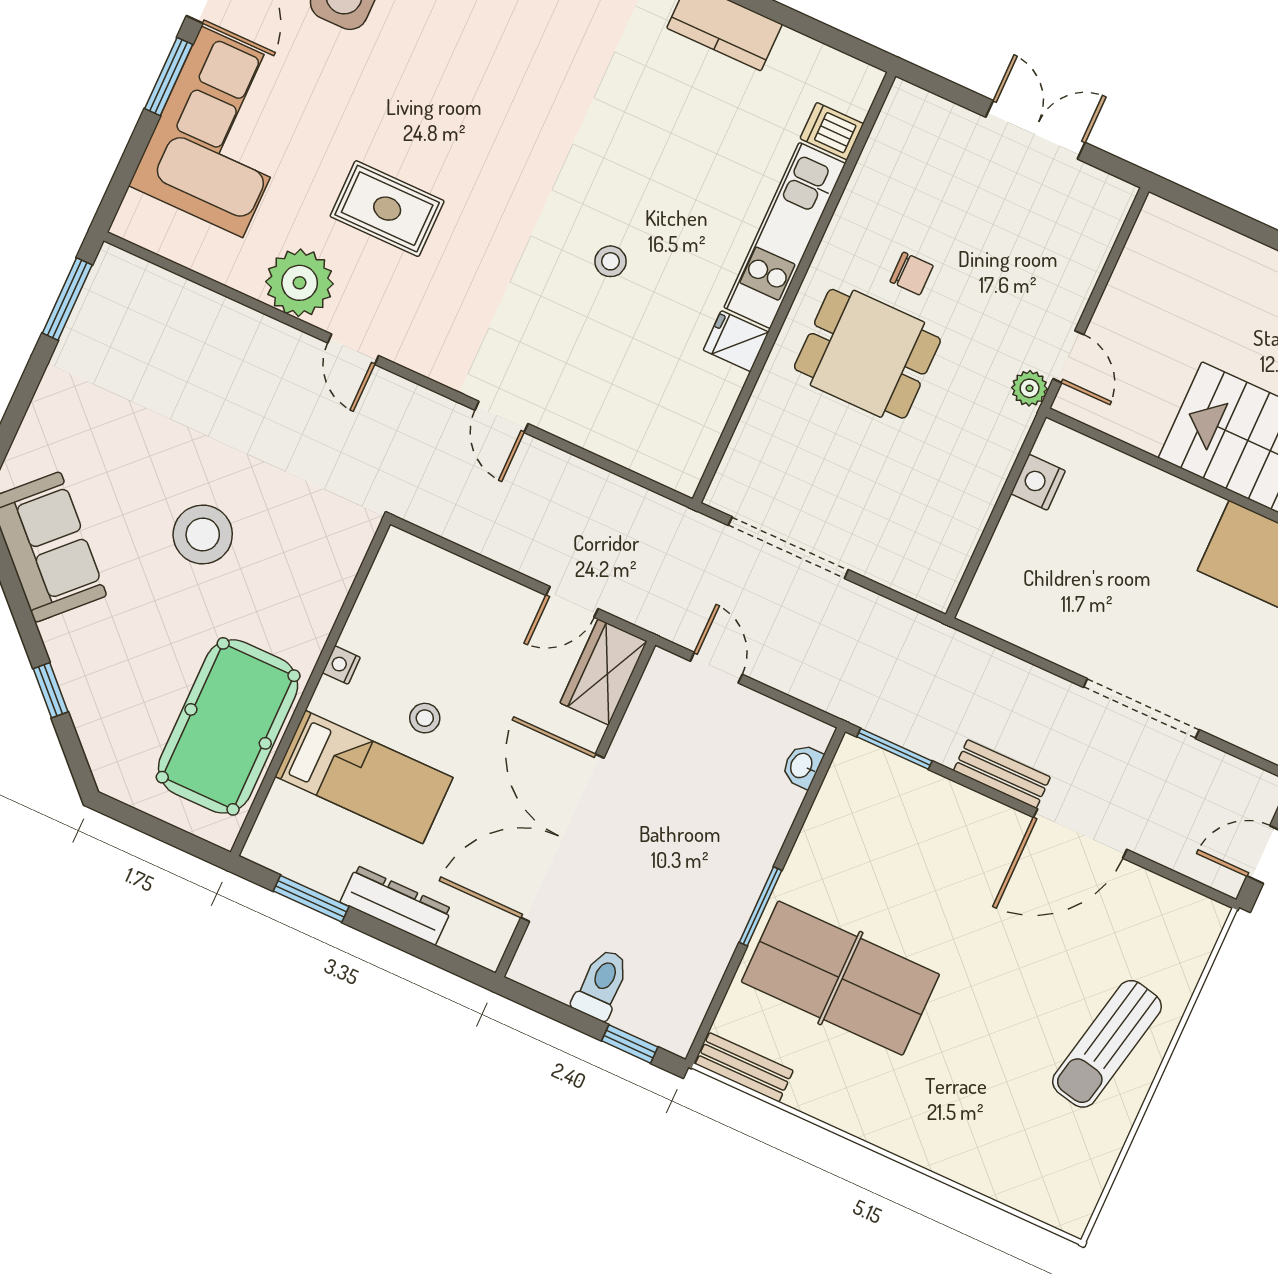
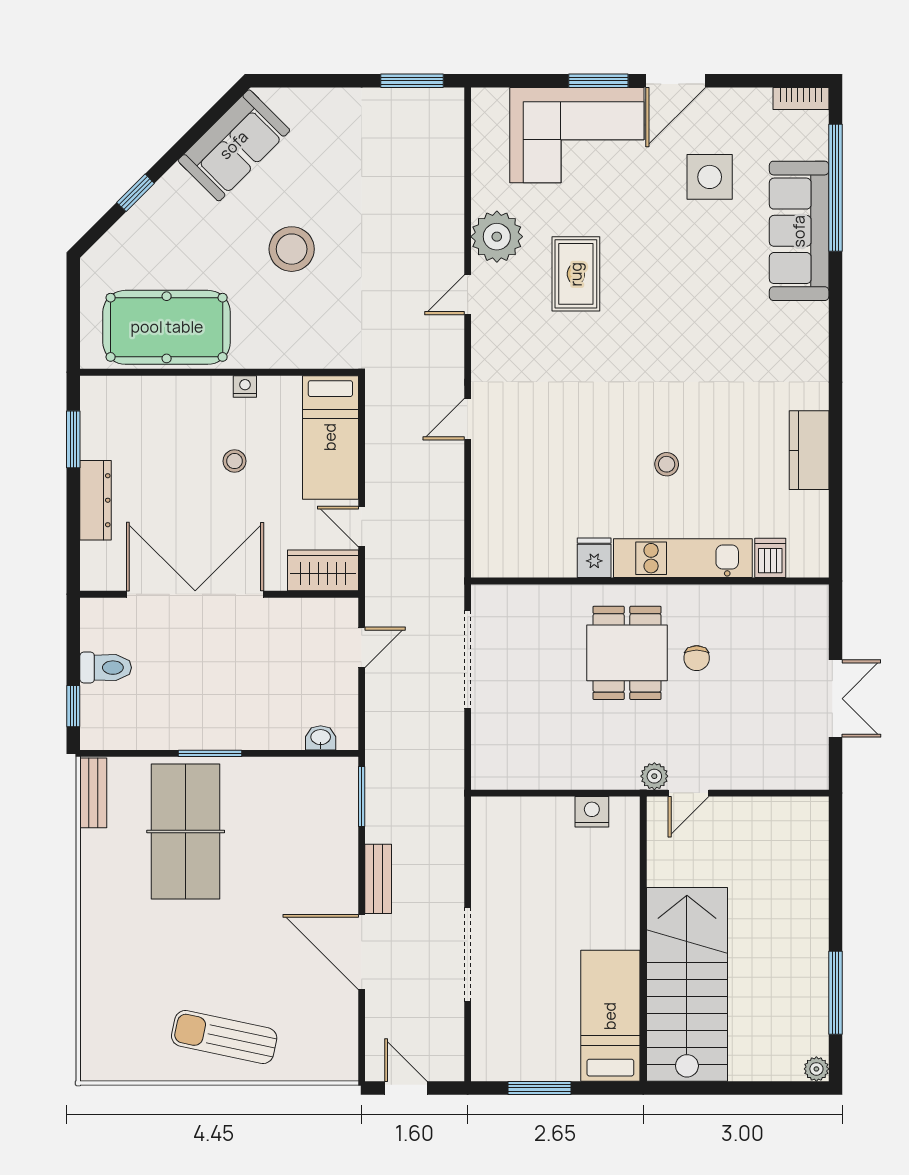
stool: (610, 261) -> (667, 464), moved
bed: (364, 777) -> (330, 437), moved

